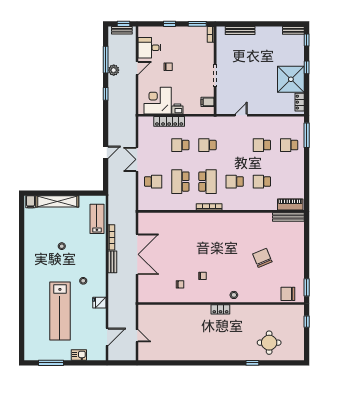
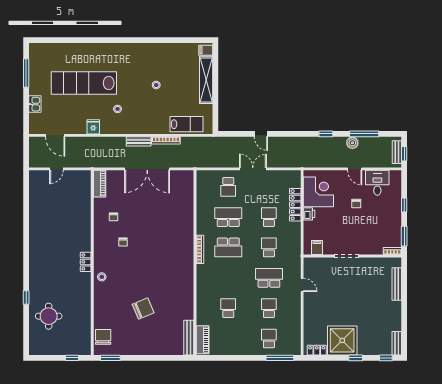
school desk: (235, 182) -> (269, 278), moved, width x1.85
piano: (150, 297) -> (100, 184), added

